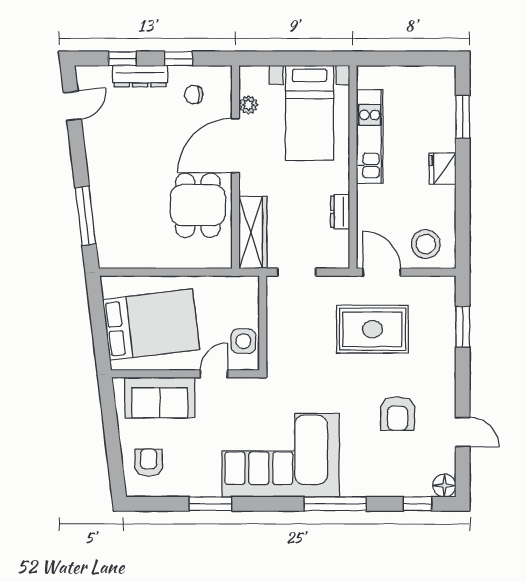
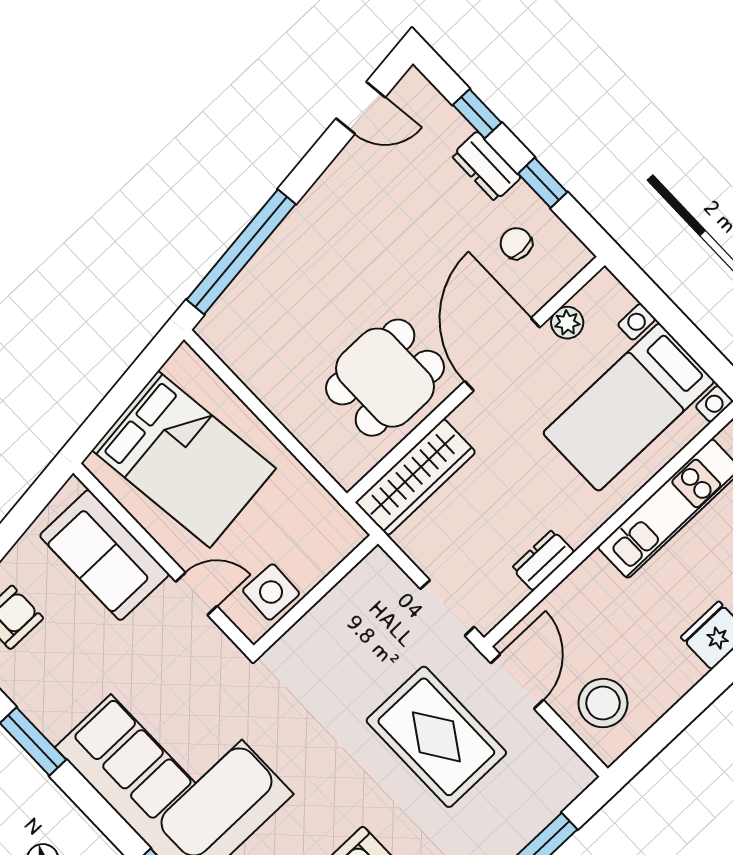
dresser: (140, 76) -> (486, 166), width x0.70
door: (236, 146) -> (502, 354), hinge flipped
window: (86, 216) -> (241, 252), width x1.46
doorway: (297, 272) -> (447, 608), moved

